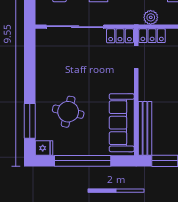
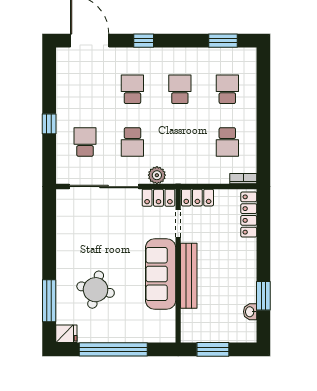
plant: (151, 17) -> (157, 175), moved
sofa: (122, 123) -> (161, 274), moved
bench: (145, 128) -> (189, 276), moved

